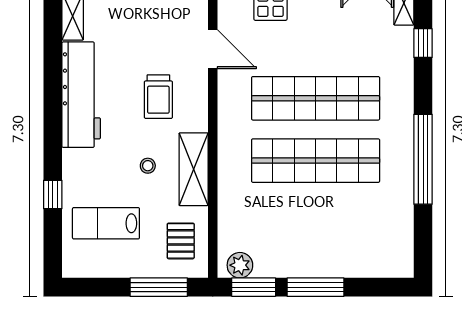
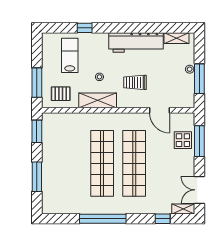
door: (213, 49) -> (159, 110), hinge flipped
plant: (240, 265) -> (48, 124), removed
window: (316, 287) -> (37, 177), moved

